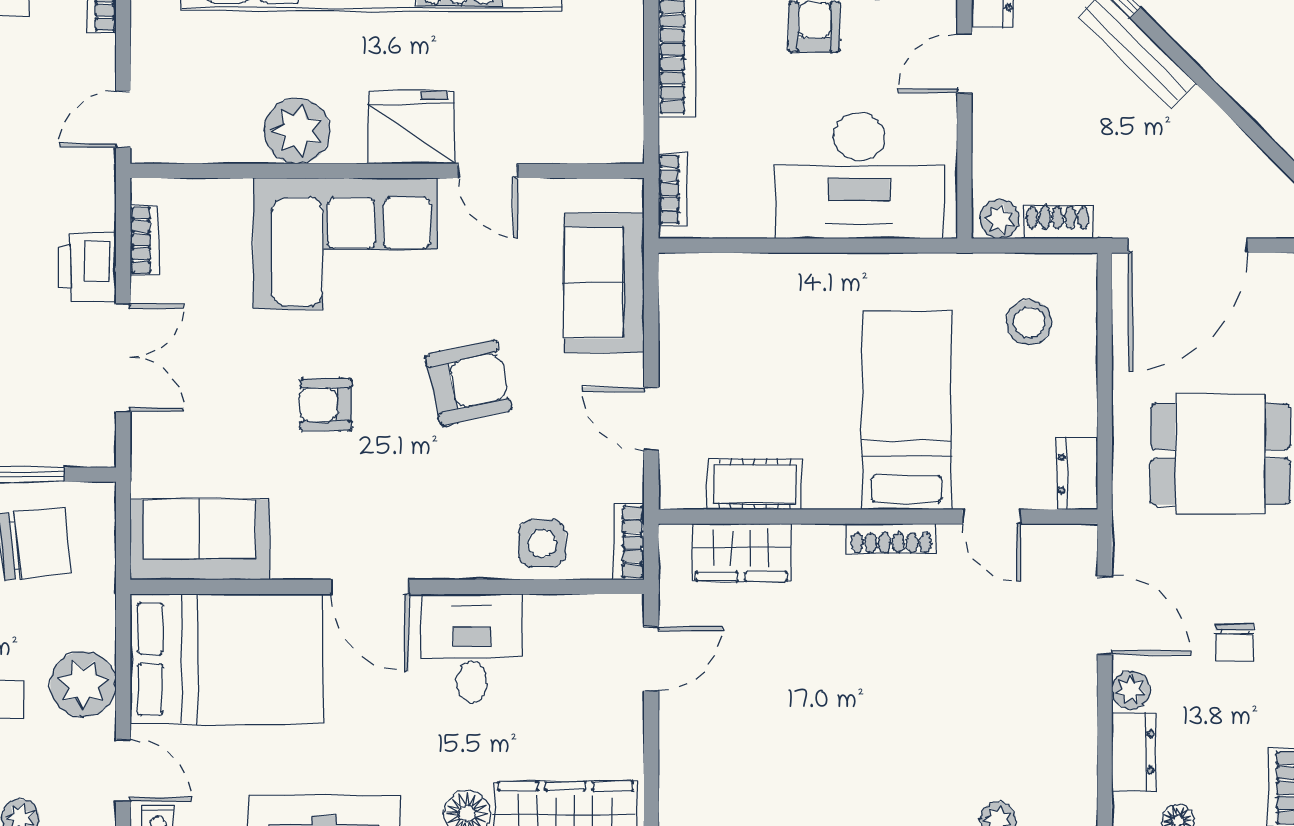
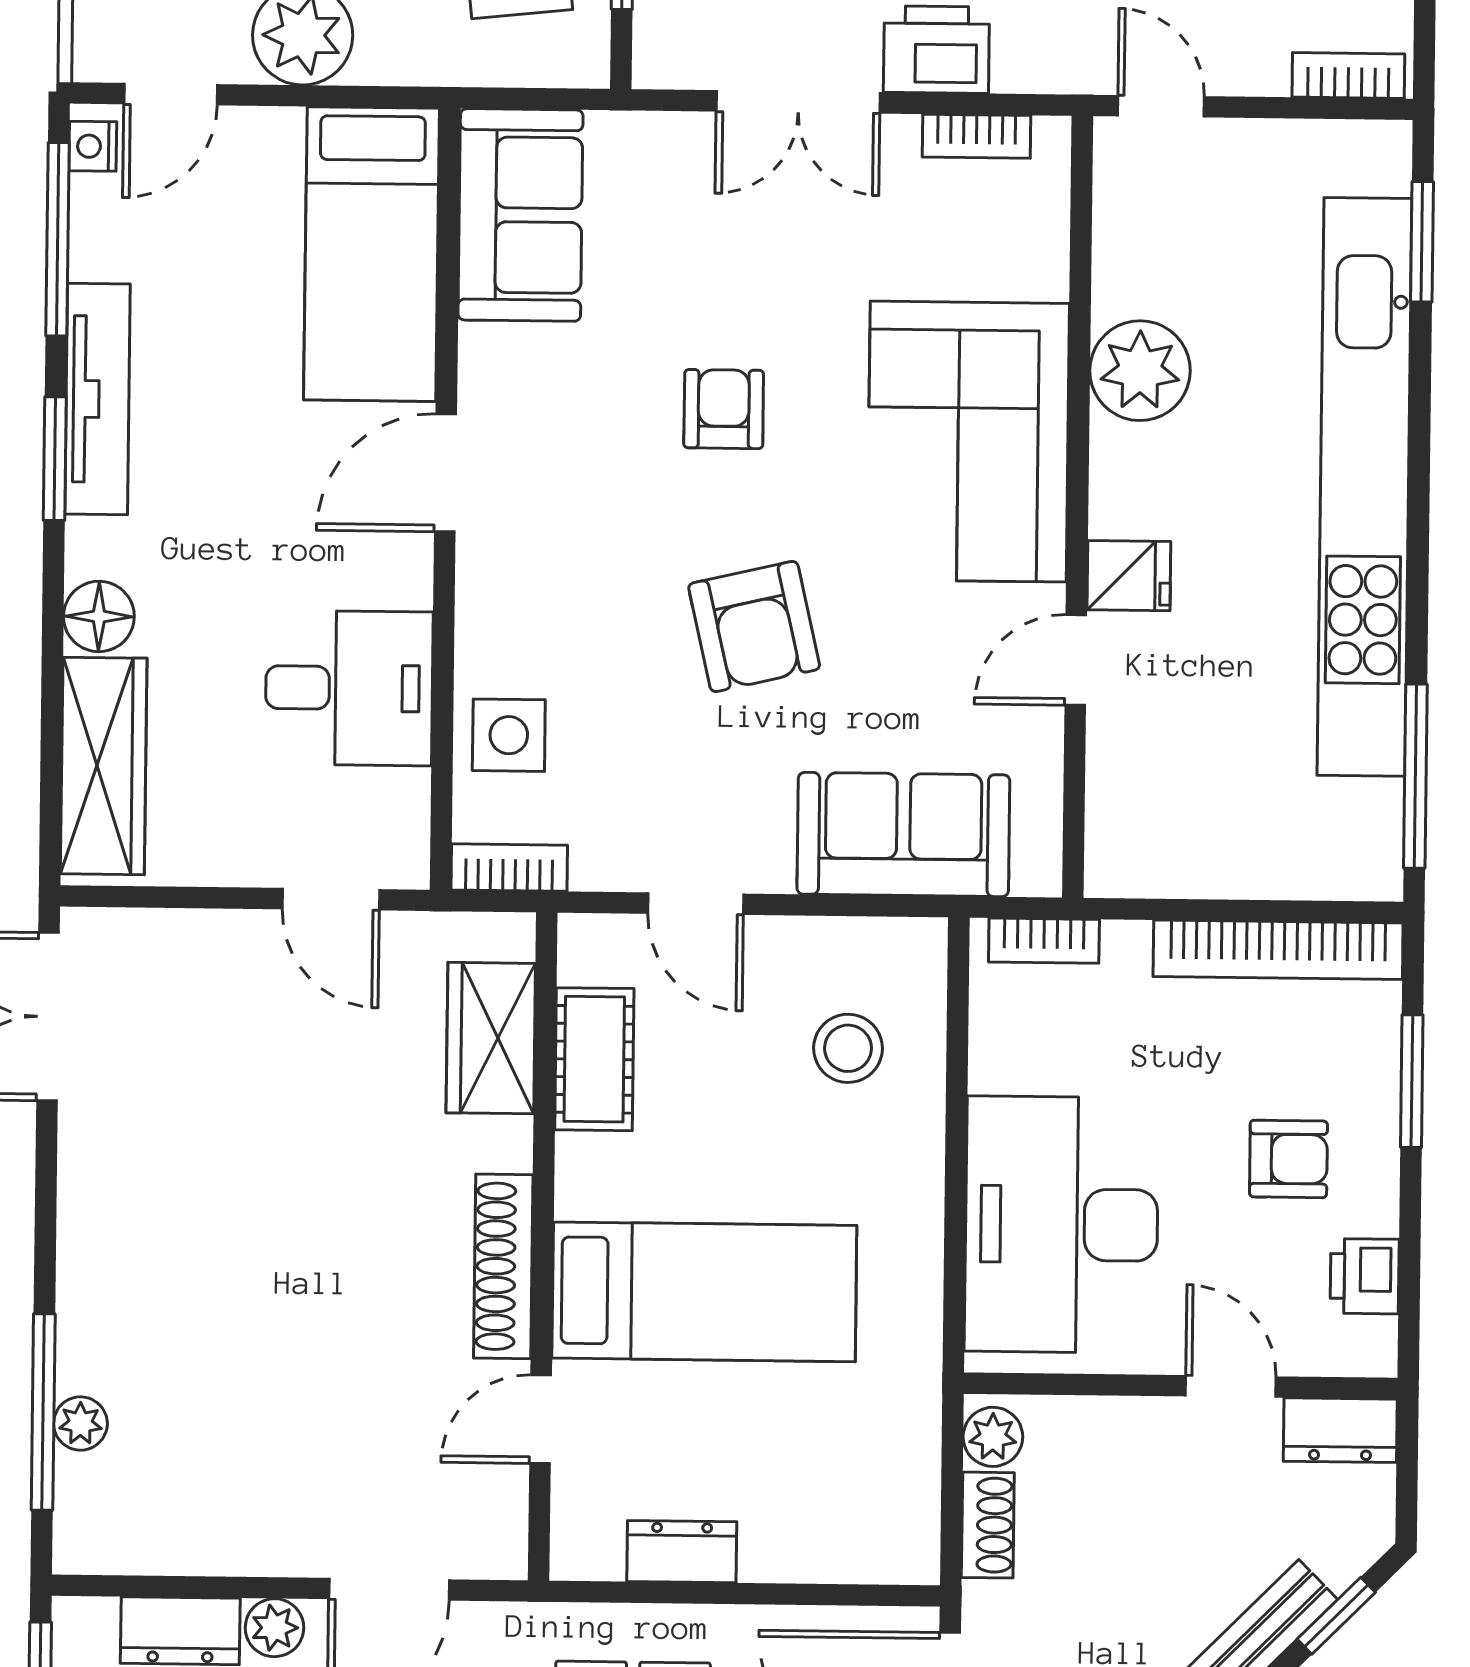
fridge: (412, 127) -> (1129, 576), width x0.53, depth x0.75
stool: (1029, 322) -> (848, 1048), moved
door: (651, 419) -> (696, 904), swing flipped
dresser: (1077, 474) -> (682, 1552), moved
shoe rack: (891, 539) -> (503, 1266), width x1.36, depth x1.24
desk: (472, 649) -> (349, 688), moved
bed: (227, 659) -> (372, 254), width x0.67

